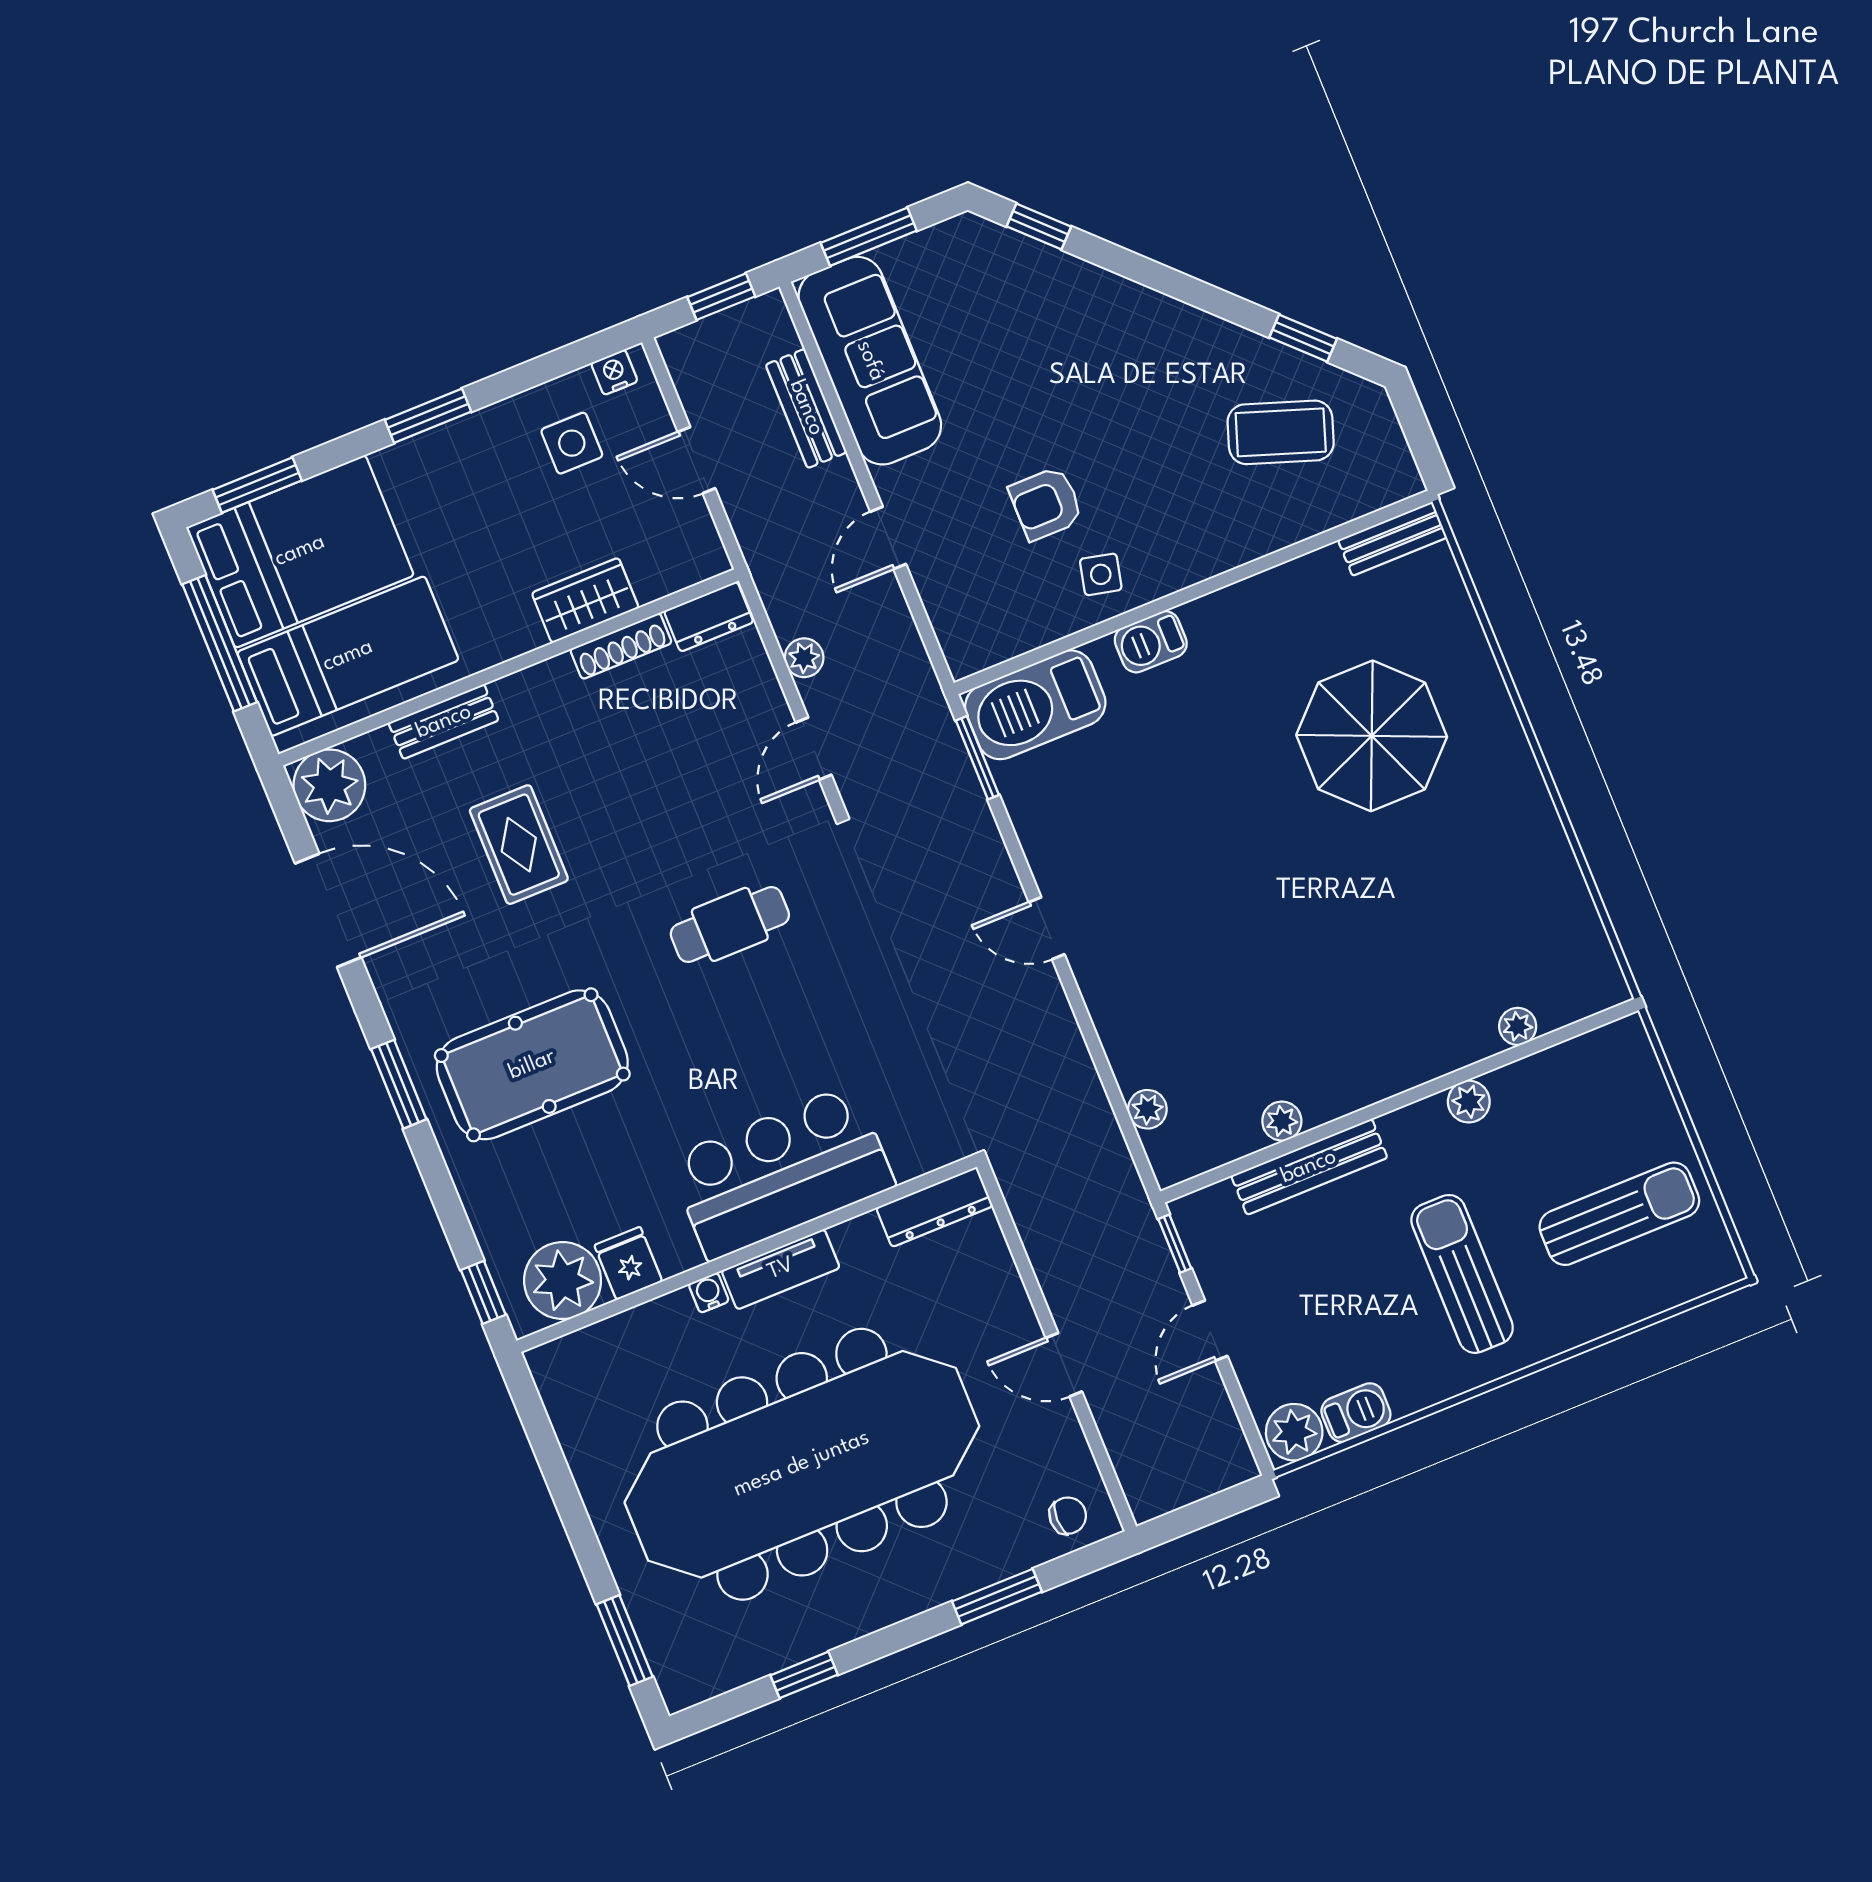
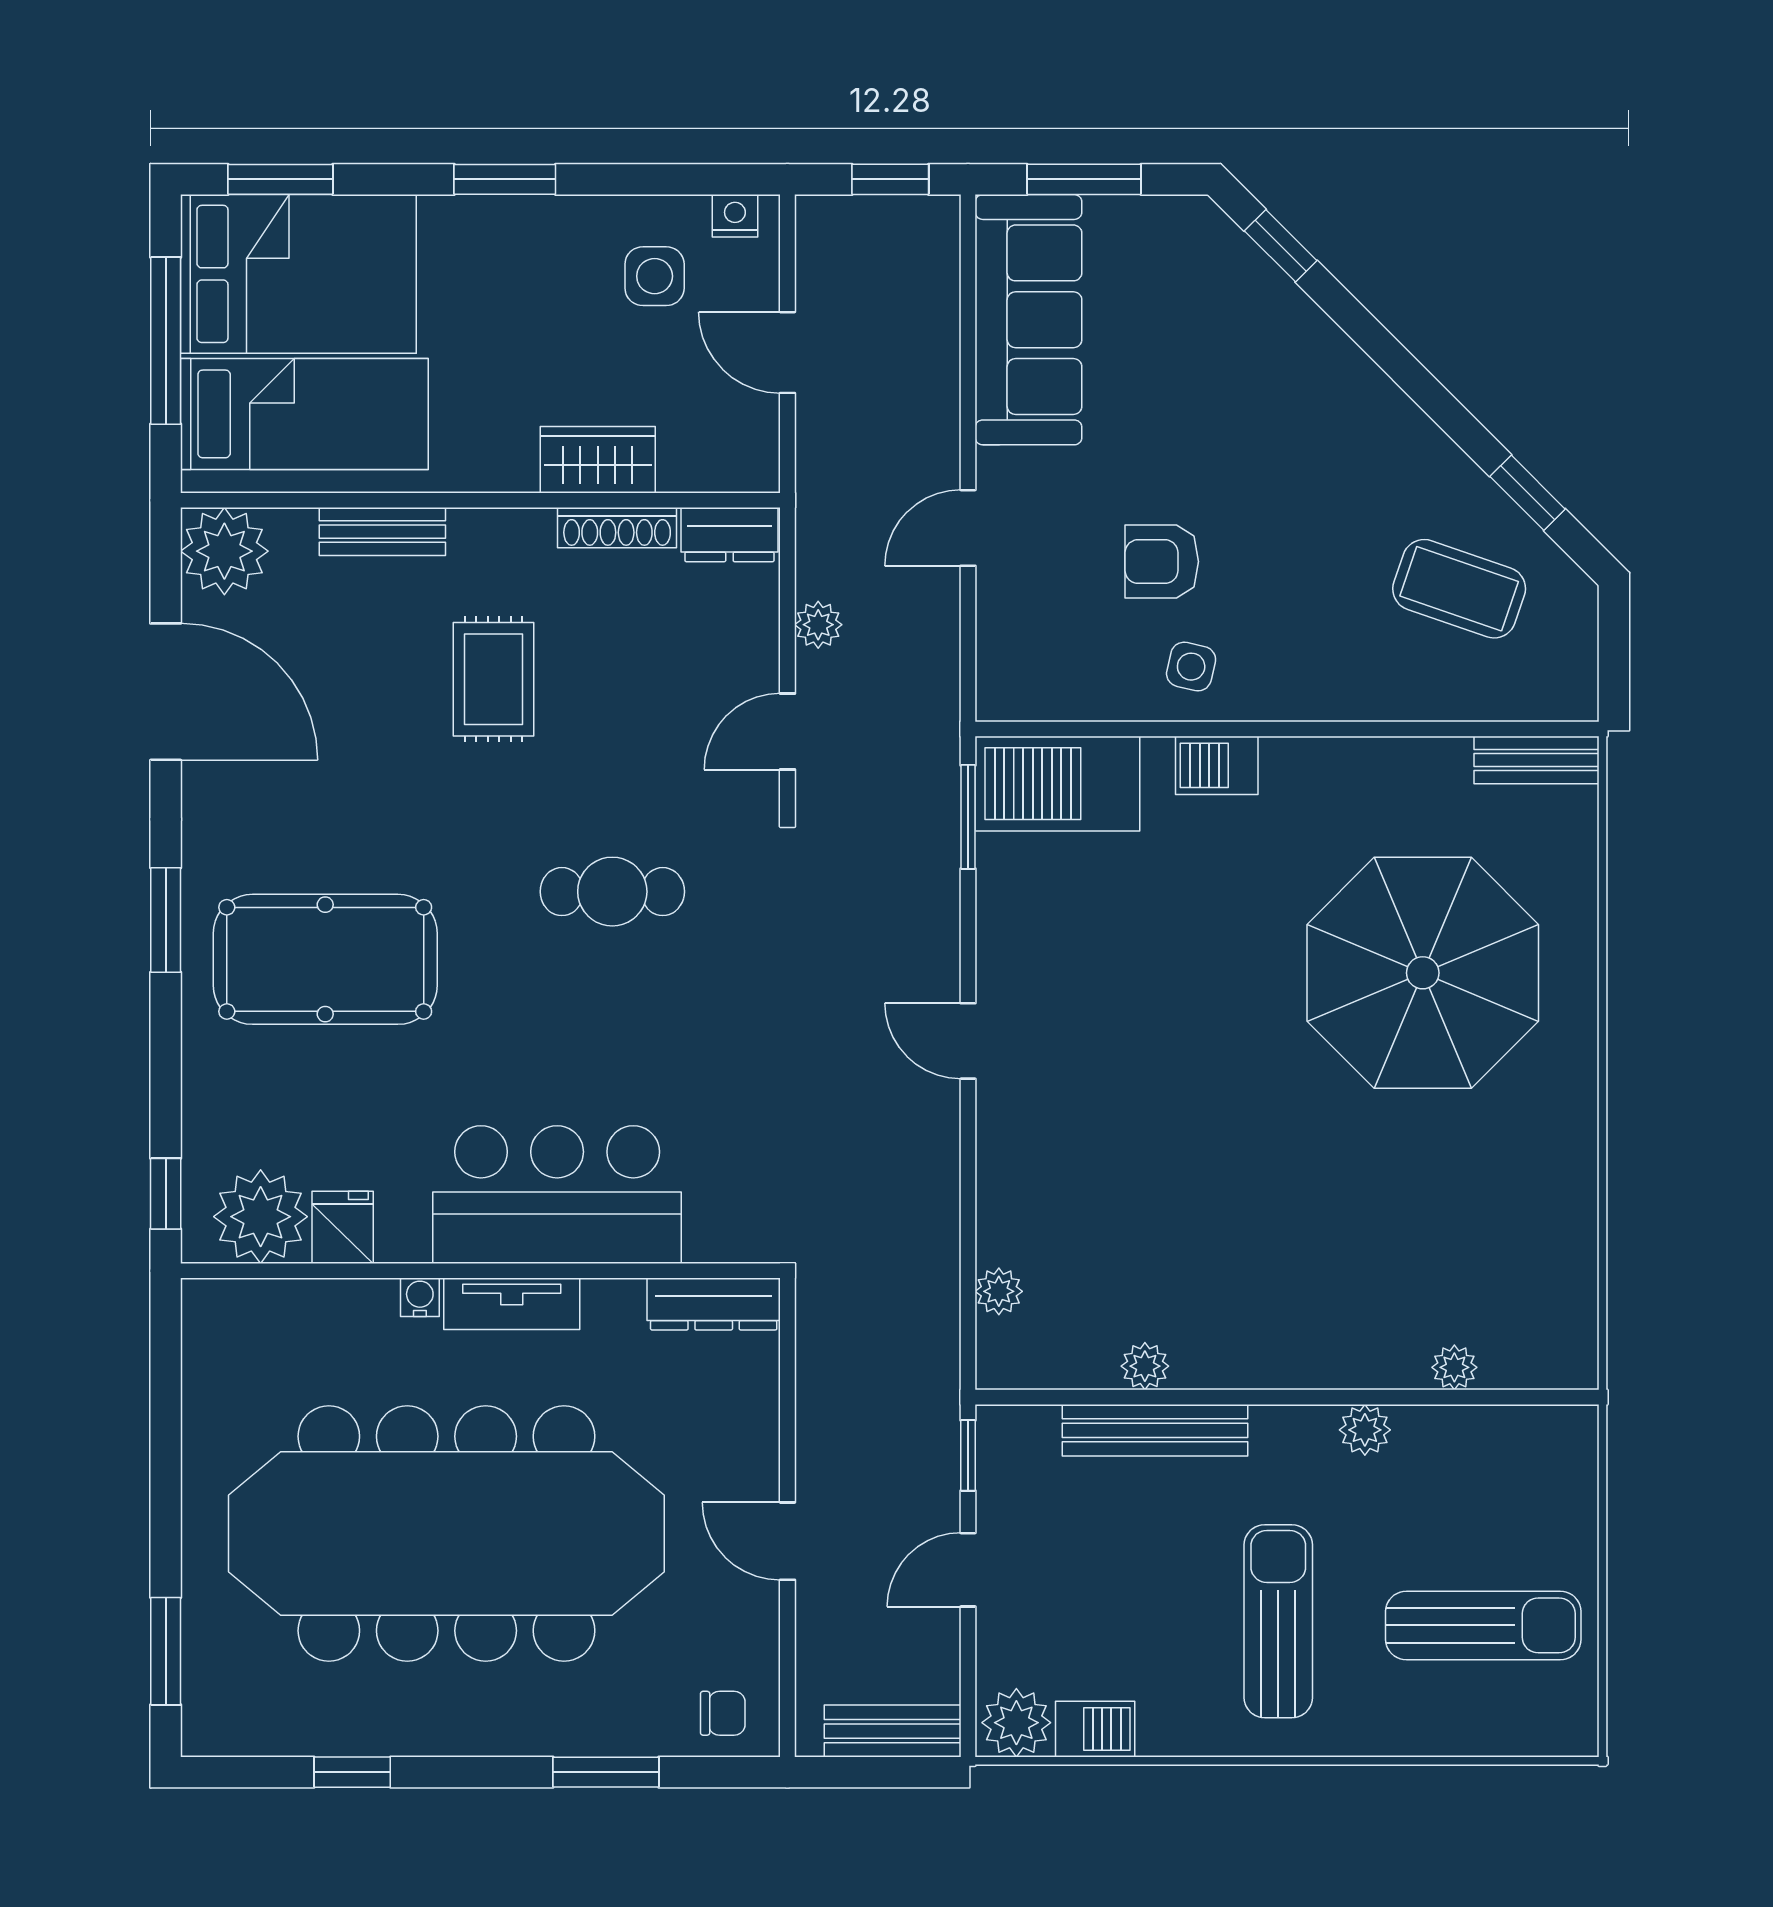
bench: (806, 408) -> (893, 1731), moved, turned 90
parasol: (1372, 736) -> (1423, 973), width x1.36, depth x1.36
rug: (519, 845) -> (494, 679), moved

